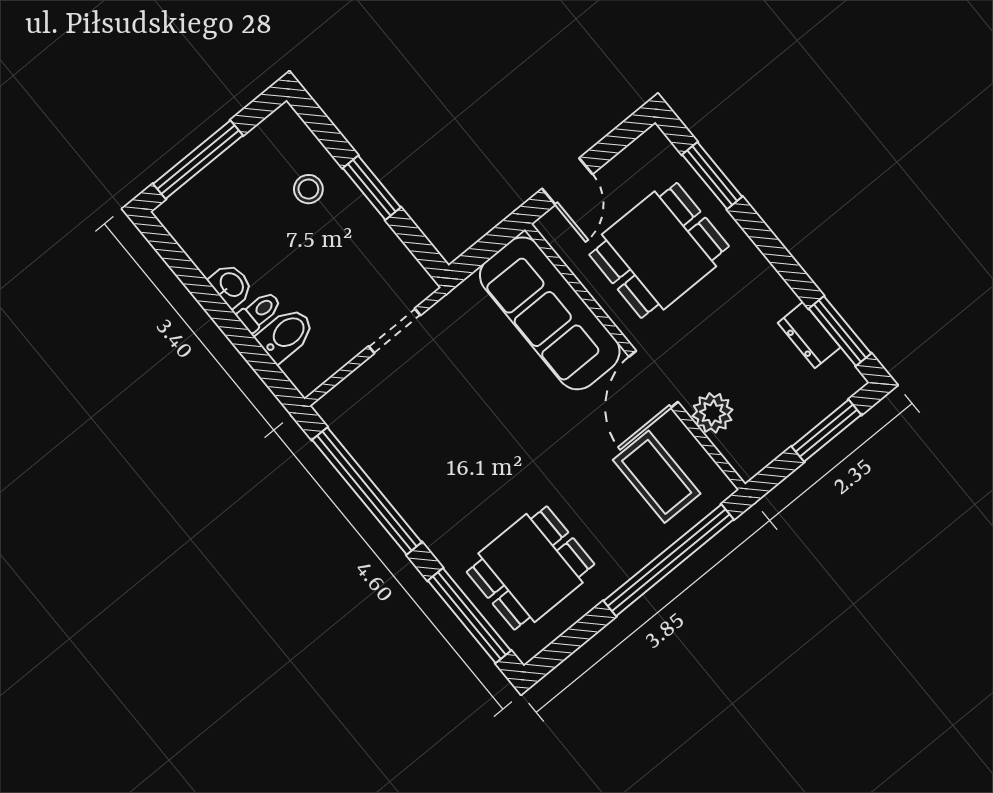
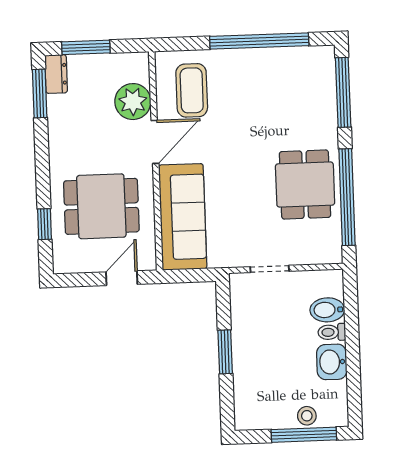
window: (712, 176) -> (44, 224), width x0.67
stool: (308, 189) -> (307, 416), moved
washbasin: (231, 285) -> (332, 362), width x1.38, depth x1.45
dresser: (809, 335) -> (56, 74), moved
plant: (713, 413) -> (133, 102), width x1.36, depth x1.36
window: (669, 560) -> (259, 41), moved
dining table: (531, 568) -> (305, 185), moved, turned 90

